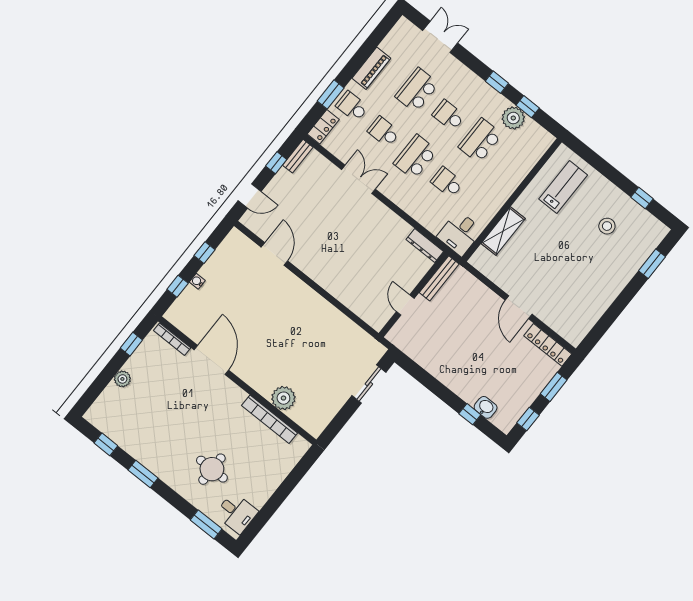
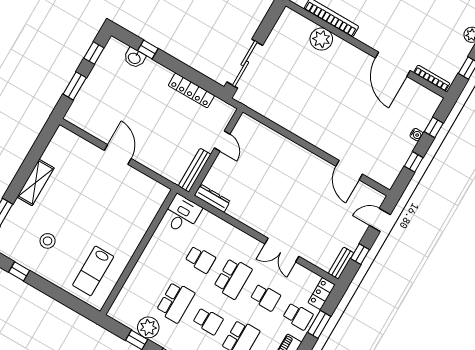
shelving: (503, 231) -> (36, 183), moved
locker: (548, 345) -> (191, 90), moved, turned 180
sliding door: (369, 384) -> (245, 64), width x1.37

